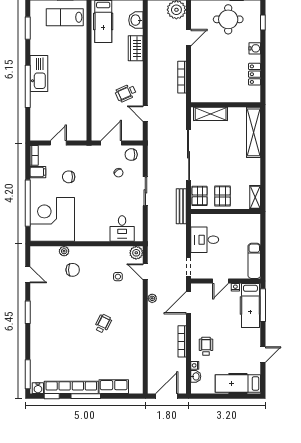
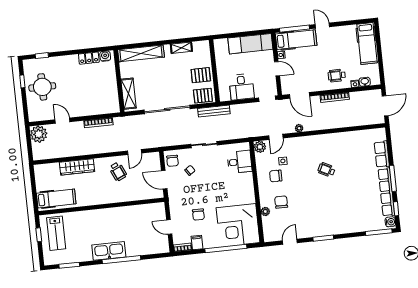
washbasin: (136, 20) -> (52, 169), removed
wardrobe: (136, 48) -> (77, 167), width x1.50
water cooler: (255, 48) -> (105, 56), moved
shelving: (255, 197) -> (181, 48), moved
exam couch: (254, 261) -> (250, 44), width x1.36, depth x1.45
chair: (102, 267) -> (276, 176), added
door: (263, 355) -> (322, 26), moved
door: (167, 396) -> (385, 106), swing flipped

